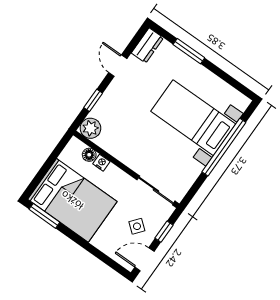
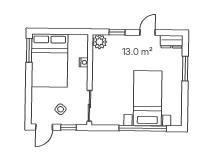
floor lamp: (89, 155) -> (83, 52), removed
door: (144, 259) -> (44, 127), swing flipped

